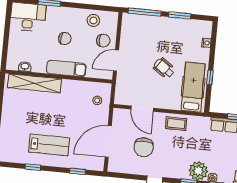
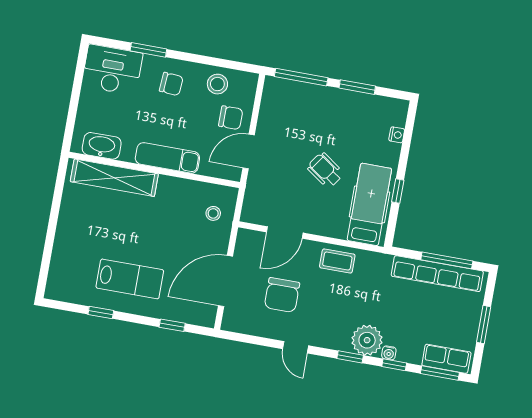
chair: (65, 39) -> (171, 84), moved
washbasin: (25, 66) -> (102, 146), width x1.91, depth x1.45
door: (142, 109) -> (285, 232), hinge flipped

